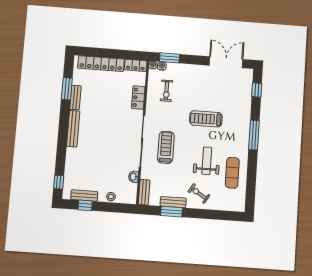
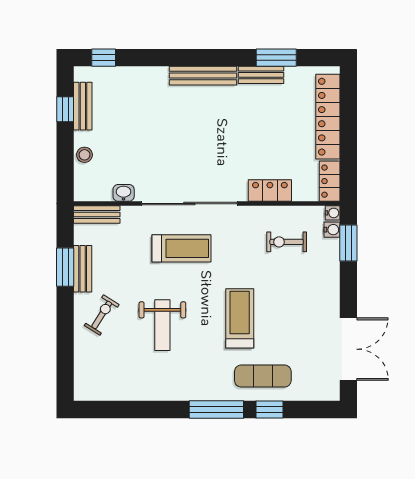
window: (257, 90) -> (269, 410), moved
weight bench: (207, 161) -> (162, 325), turned 90
exercise mat: (232, 173) -> (263, 376), moved

